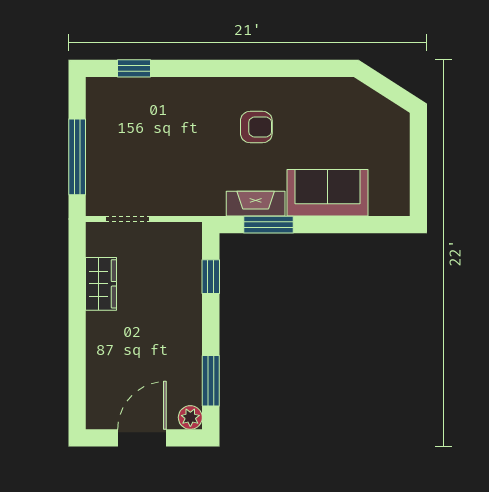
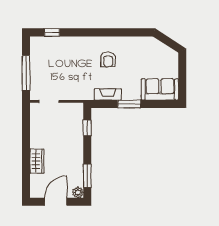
armchair: (256, 127) -> (108, 59), turned 90
sofa: (328, 193) -> (160, 89), moved
window: (269, 225) -> (129, 104), moved
wardrobe: (101, 284) -> (37, 161), moved

